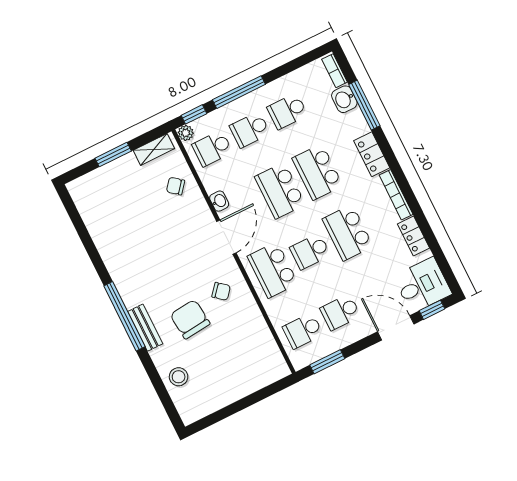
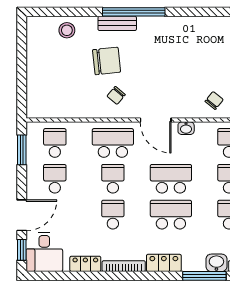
school desk: (348, 233) -> (113, 215), width x0.54

